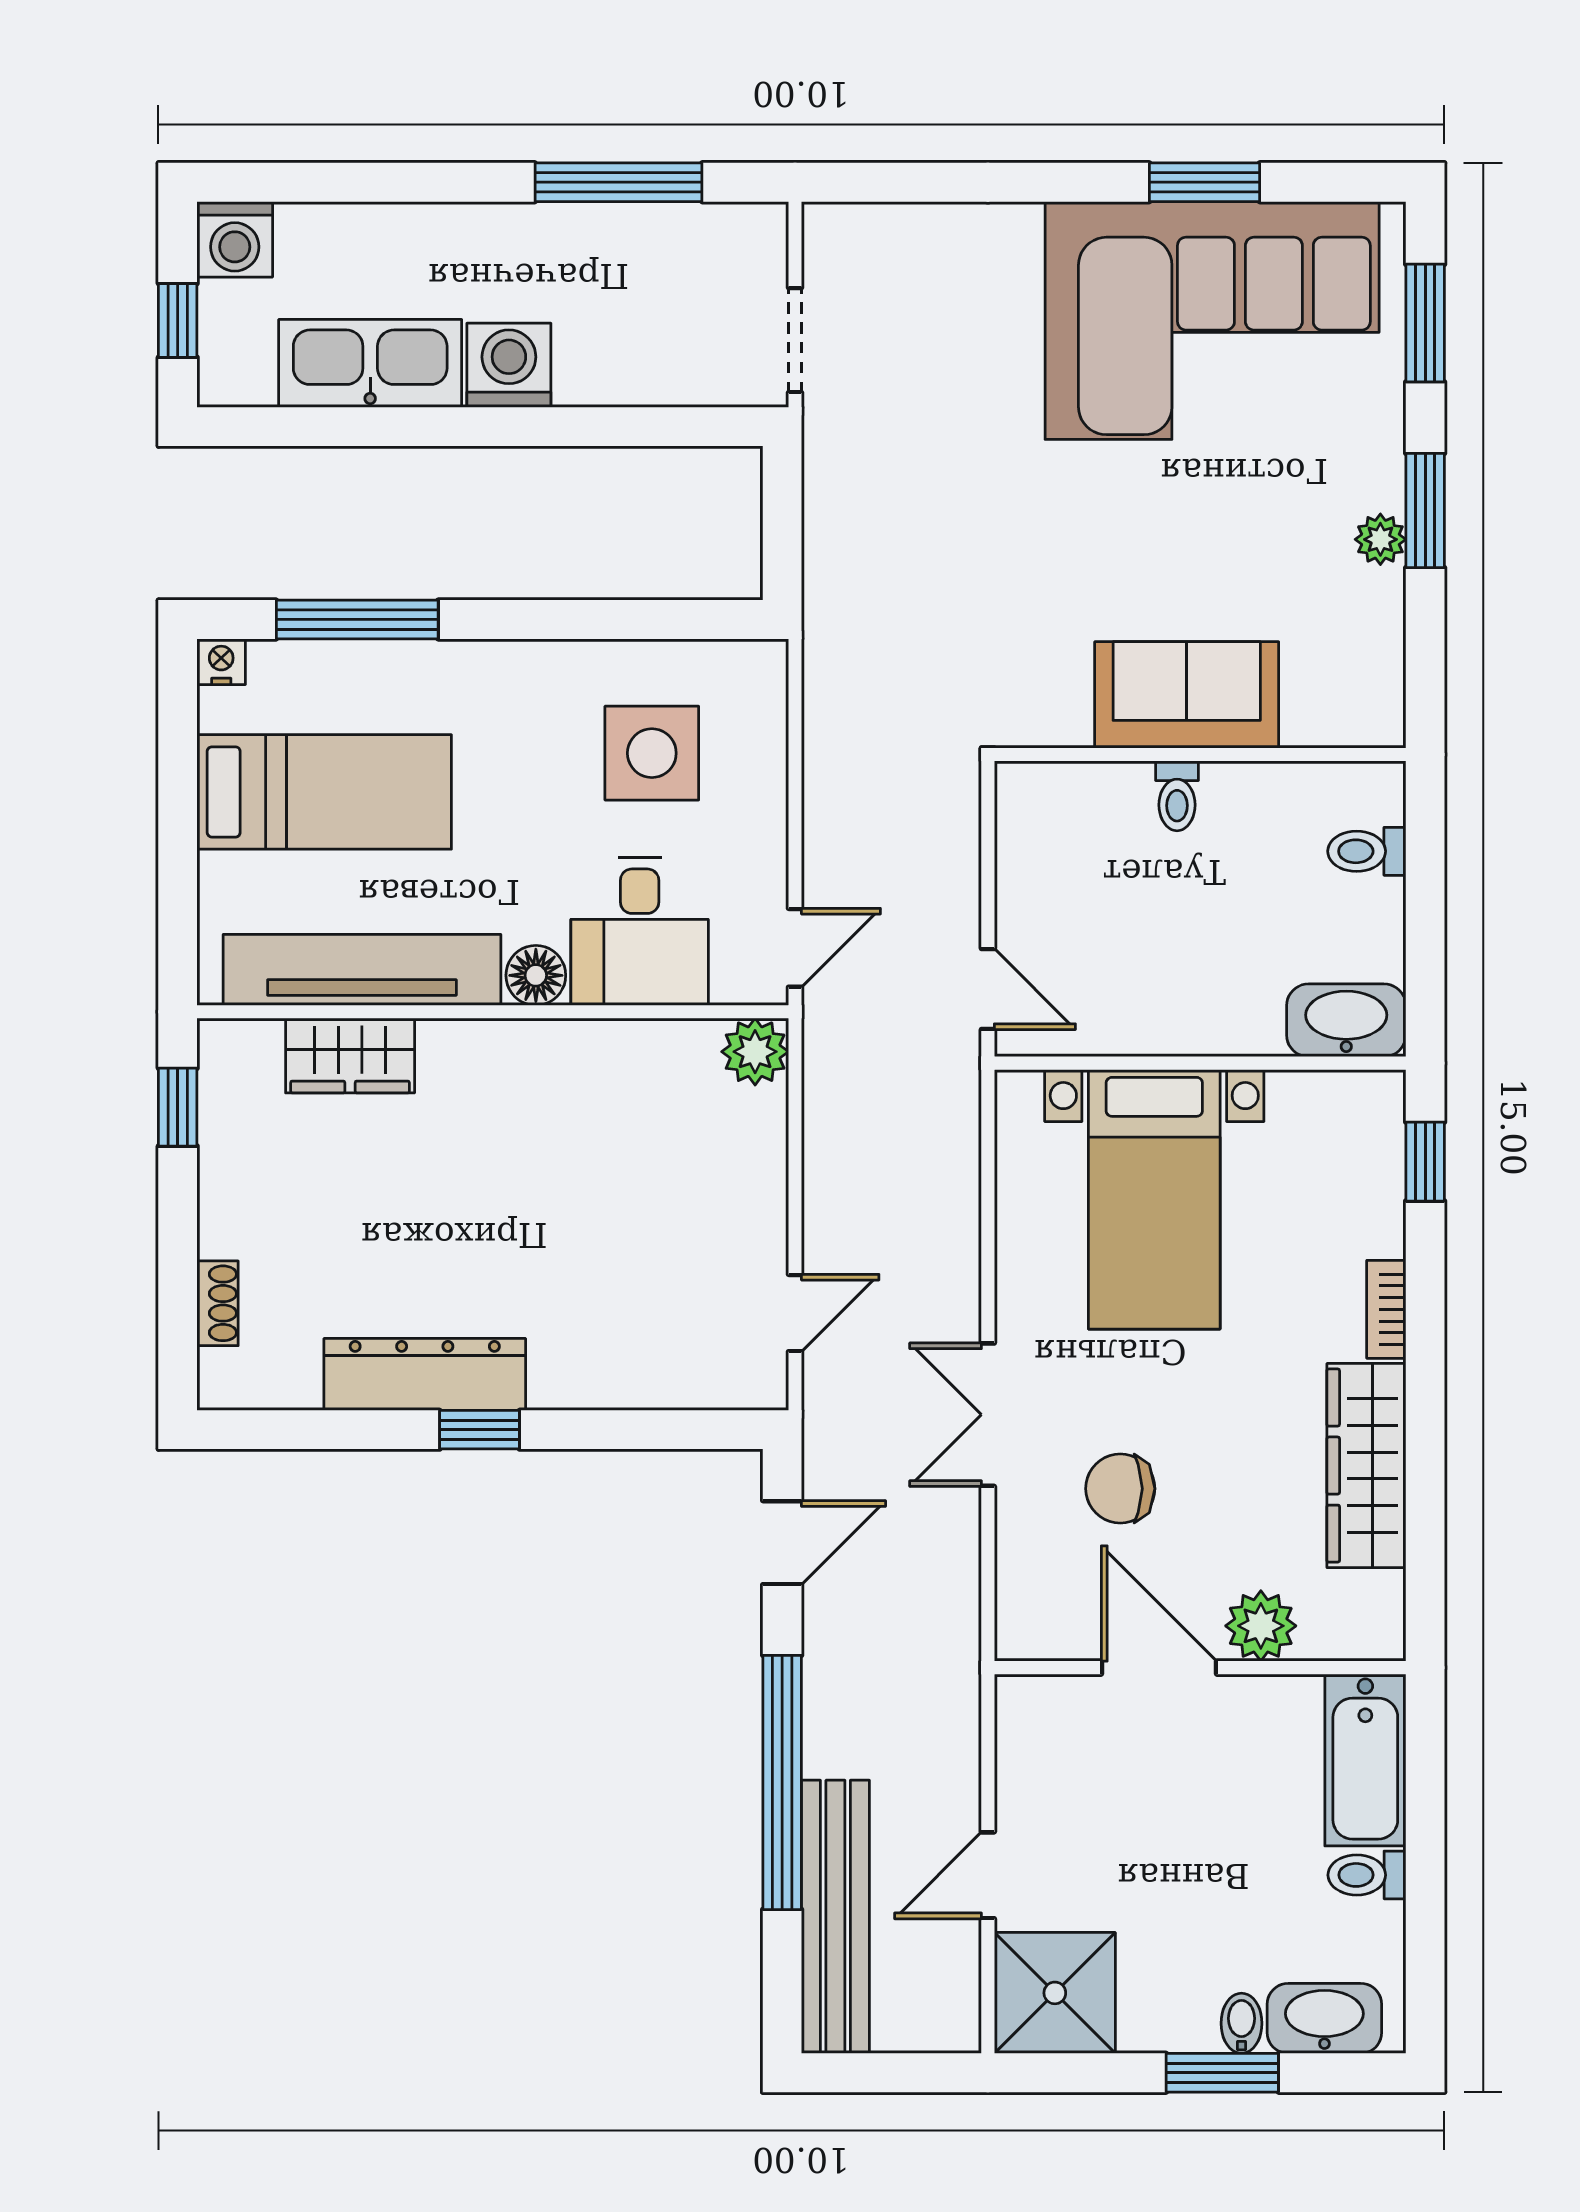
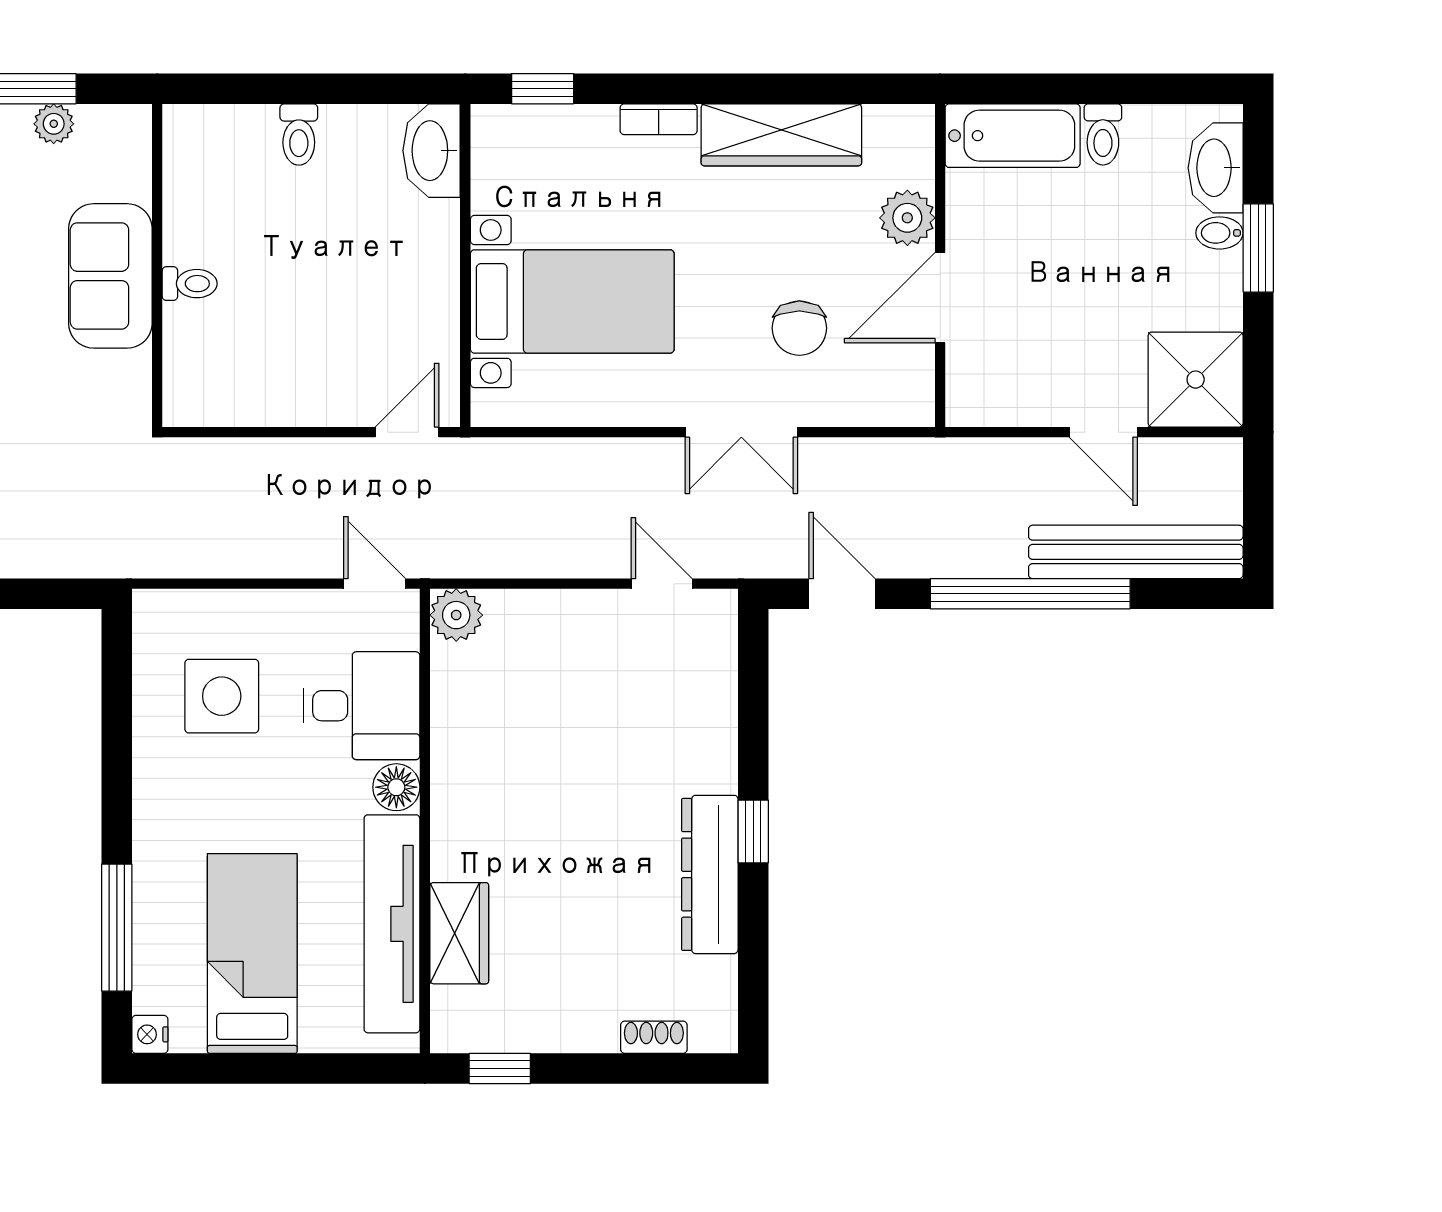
sofa: (1187, 695) -> (110, 276), moved
wall: (1200, 755) -> (157, 265), moved
toilet: (1177, 796) -> (190, 284), moved

